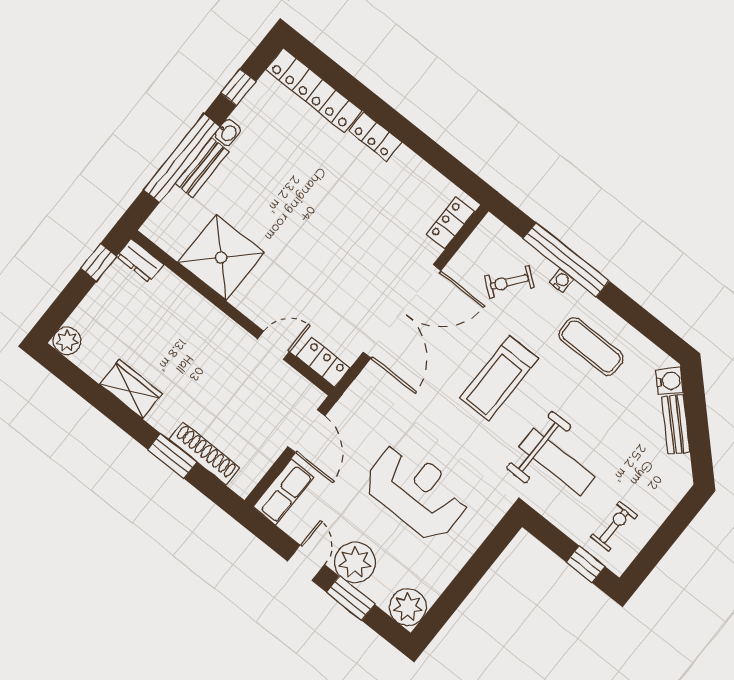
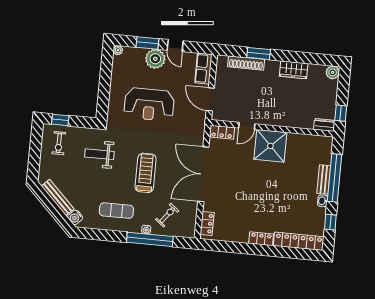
shower: (221, 257) -> (270, 146), moved
bench: (676, 424) -> (58, 197), width x1.36
weight bench: (557, 462) -> (99, 154), width x0.73, depth x0.75
plant: (408, 607) -> (118, 50), width x0.53, depth x0.53

